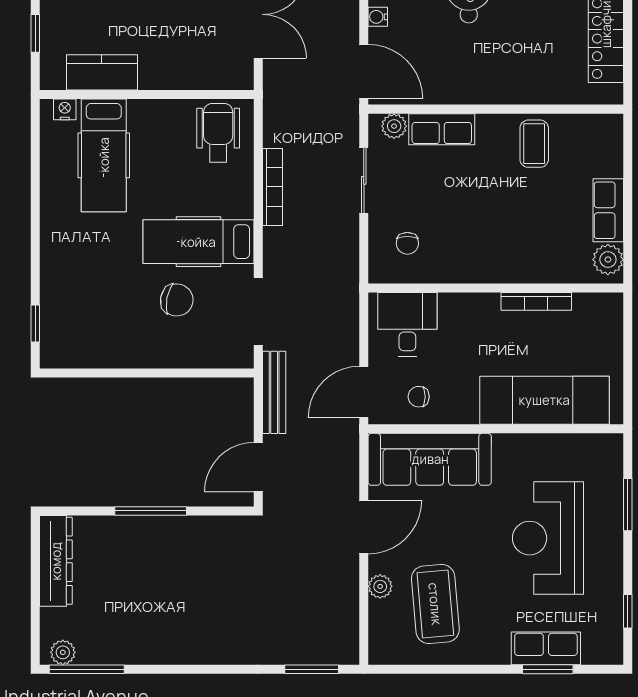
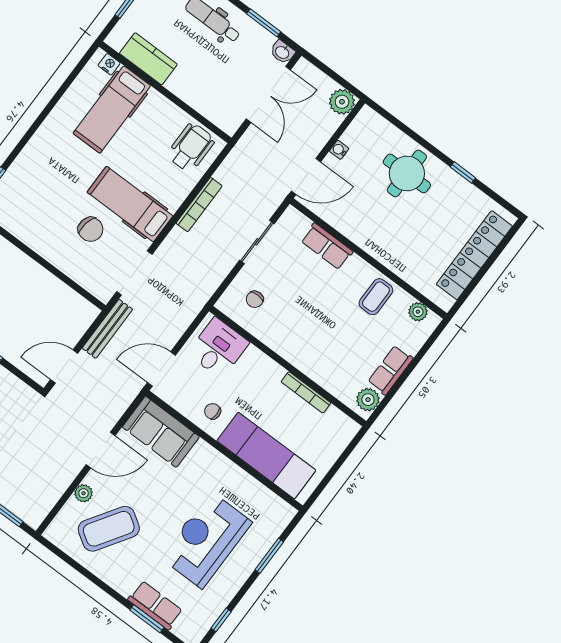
door: (364, 72) -> (306, 176), hinge flipped
plant: (394, 126) -> (418, 312), moved
chair: (419, 397) -> (213, 411), moved
sofa: (430, 459) -> (161, 432), width x0.73
coffee table: (435, 604) -> (109, 529), turned 38

